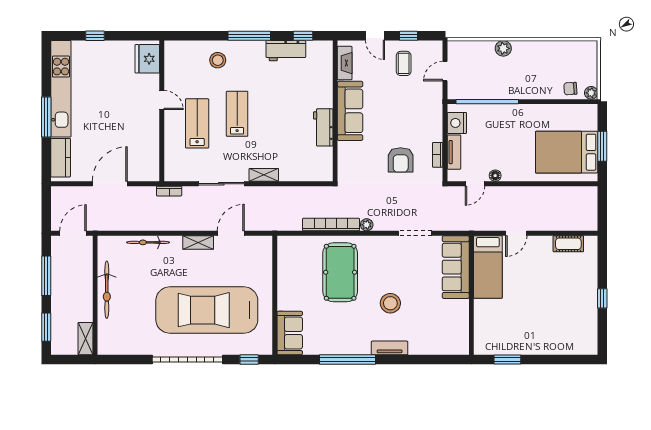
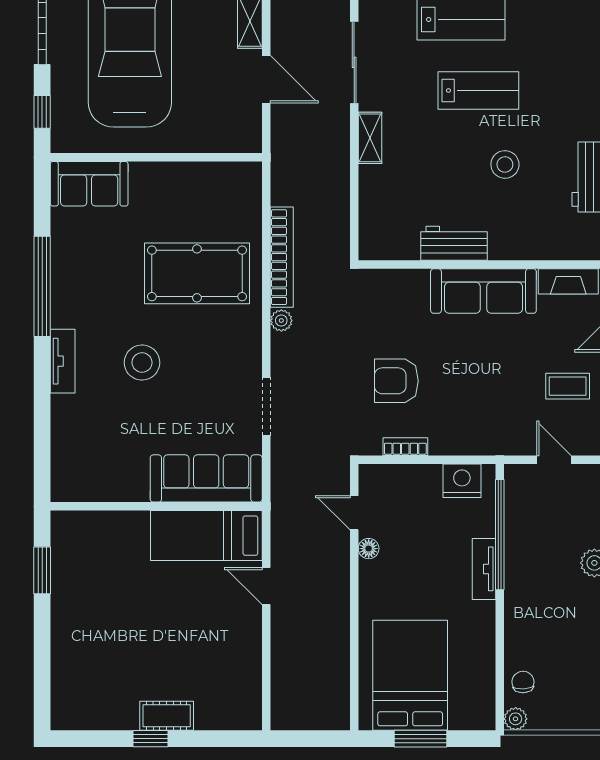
stool: (218, 60) -> (505, 164), moved
tv unit: (454, 152) -> (484, 569), moved, turned 90
cot: (568, 244) -> (167, 716), moved, turned 90

